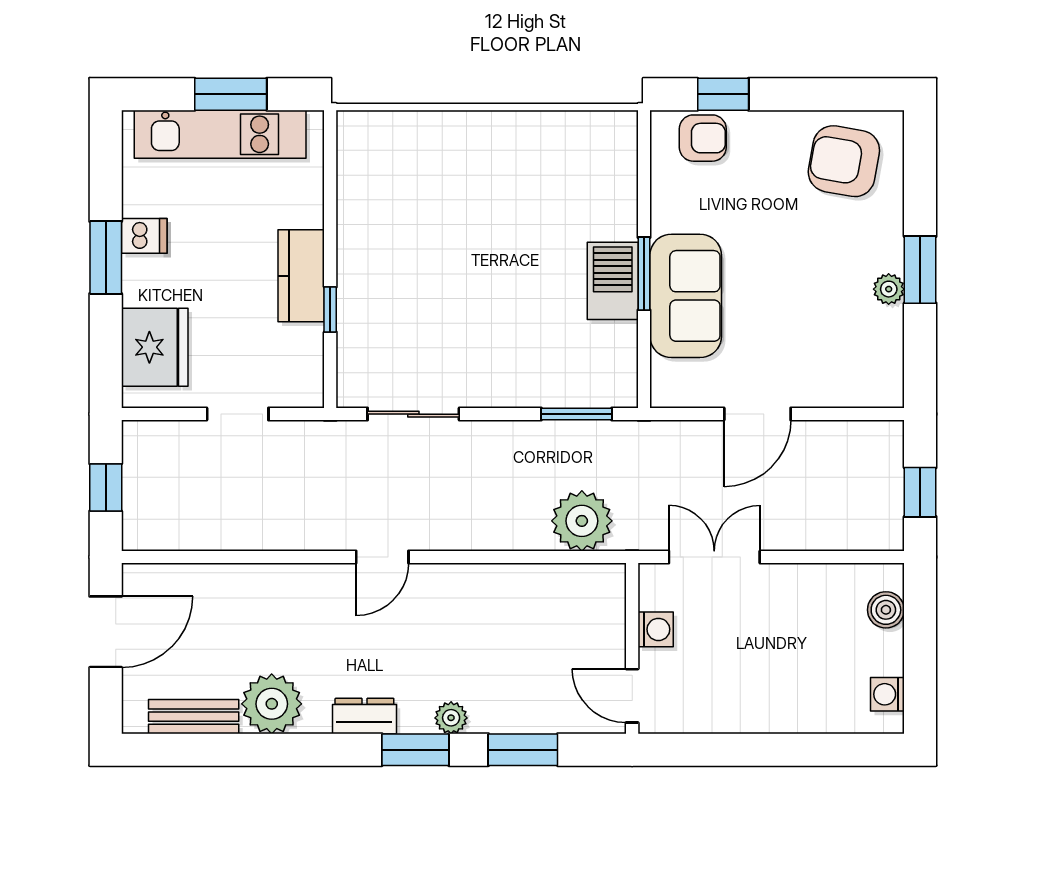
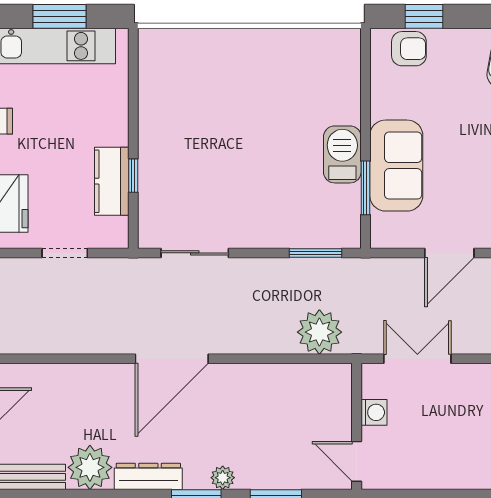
window: (644, 274) -> (365, 188), moved
kitchen counter: (301, 276) -> (112, 181), moved
door: (382, 557) -> (172, 359), width x1.87
dresser: (364, 716) -> (148, 476), width x1.44

